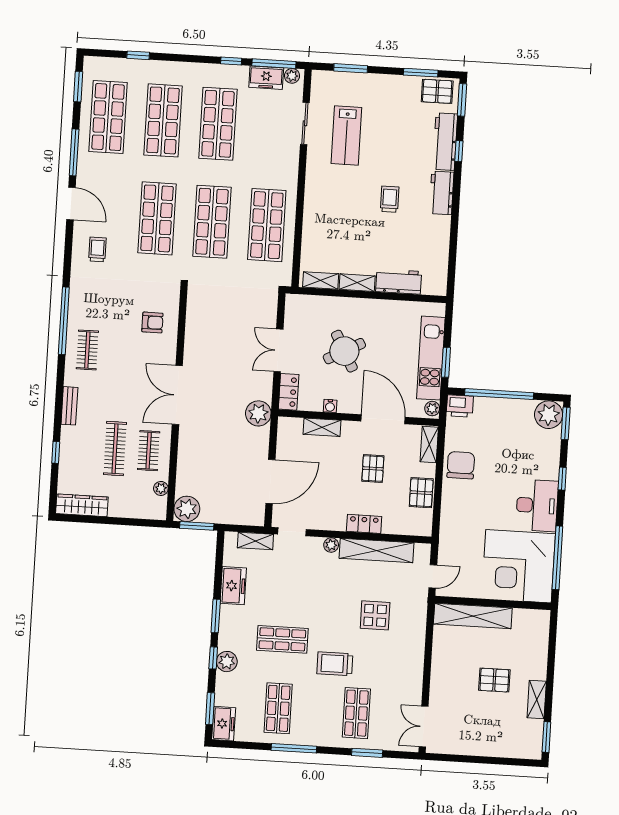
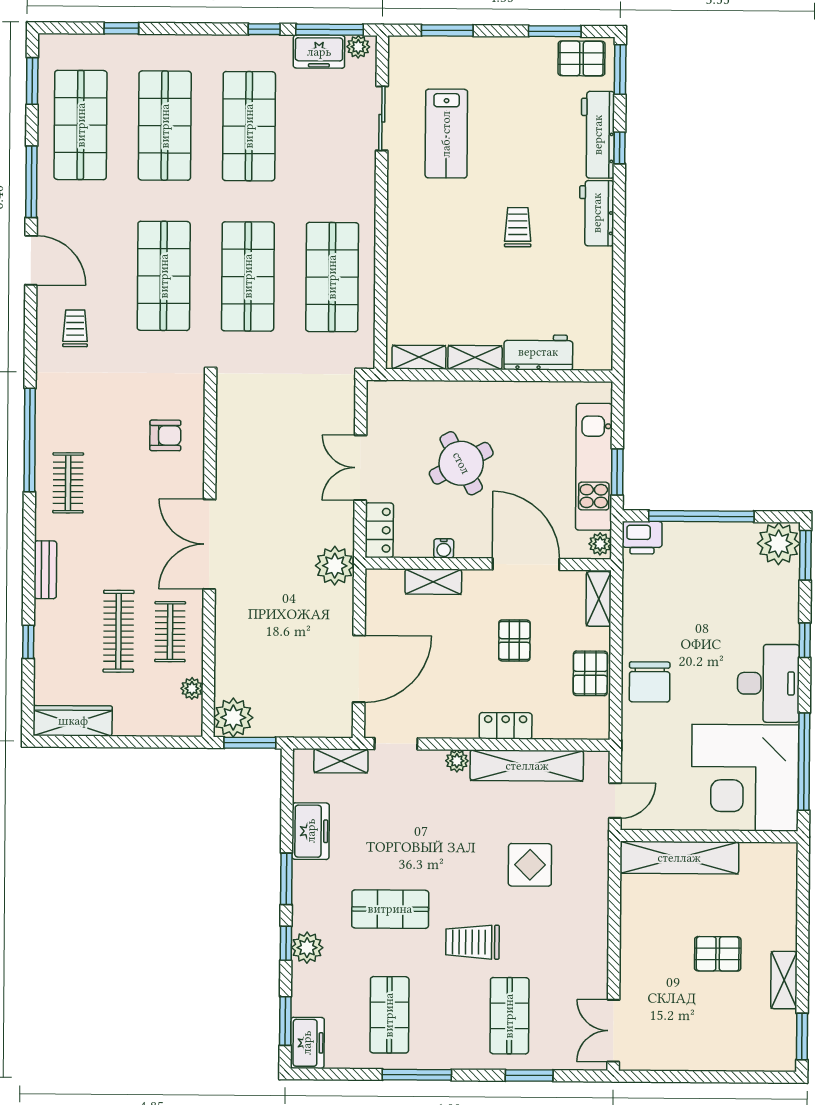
chair: (461, 465) -> (650, 682), moved, turned 180

